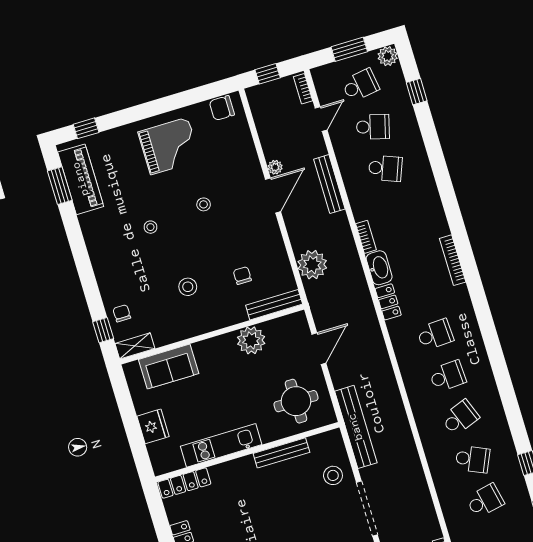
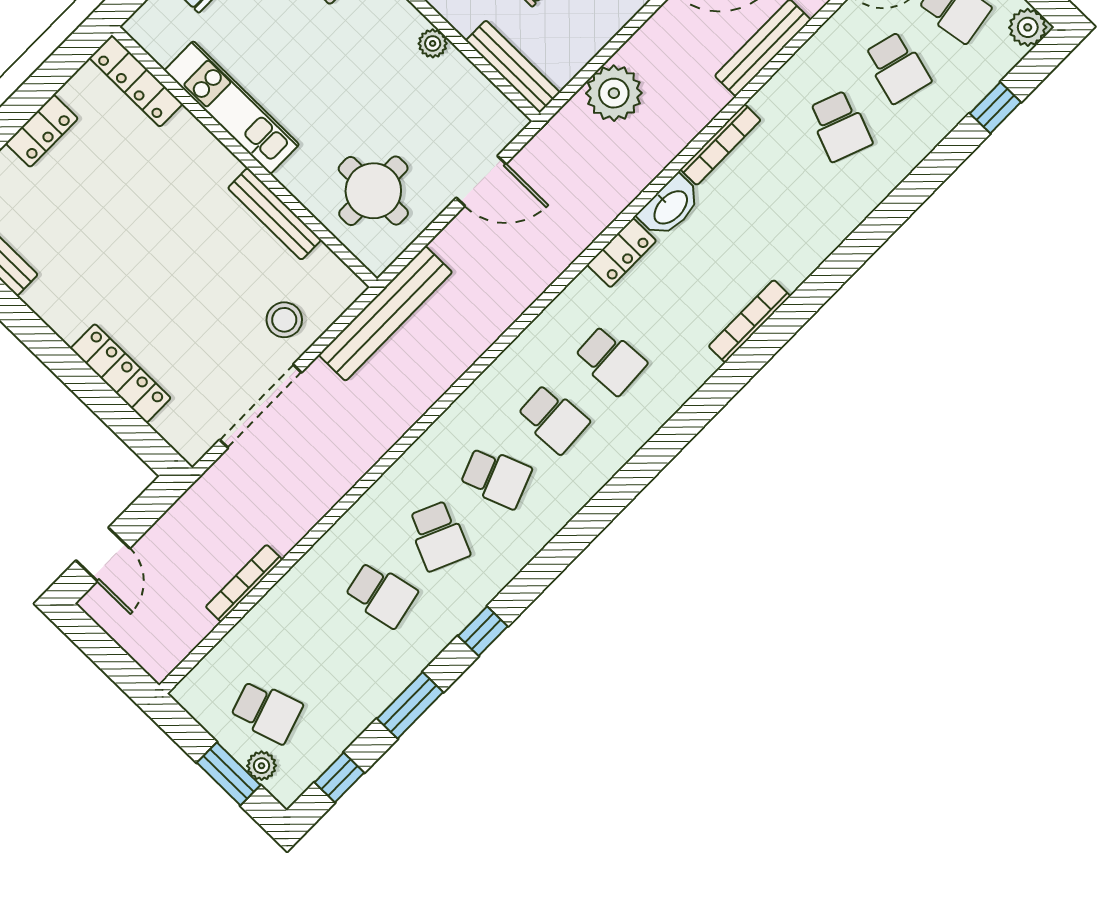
bookcase: (366, 237) -> (721, 145), width x1.56
plant: (251, 340) -> (433, 43), width x0.53, depth x0.53

